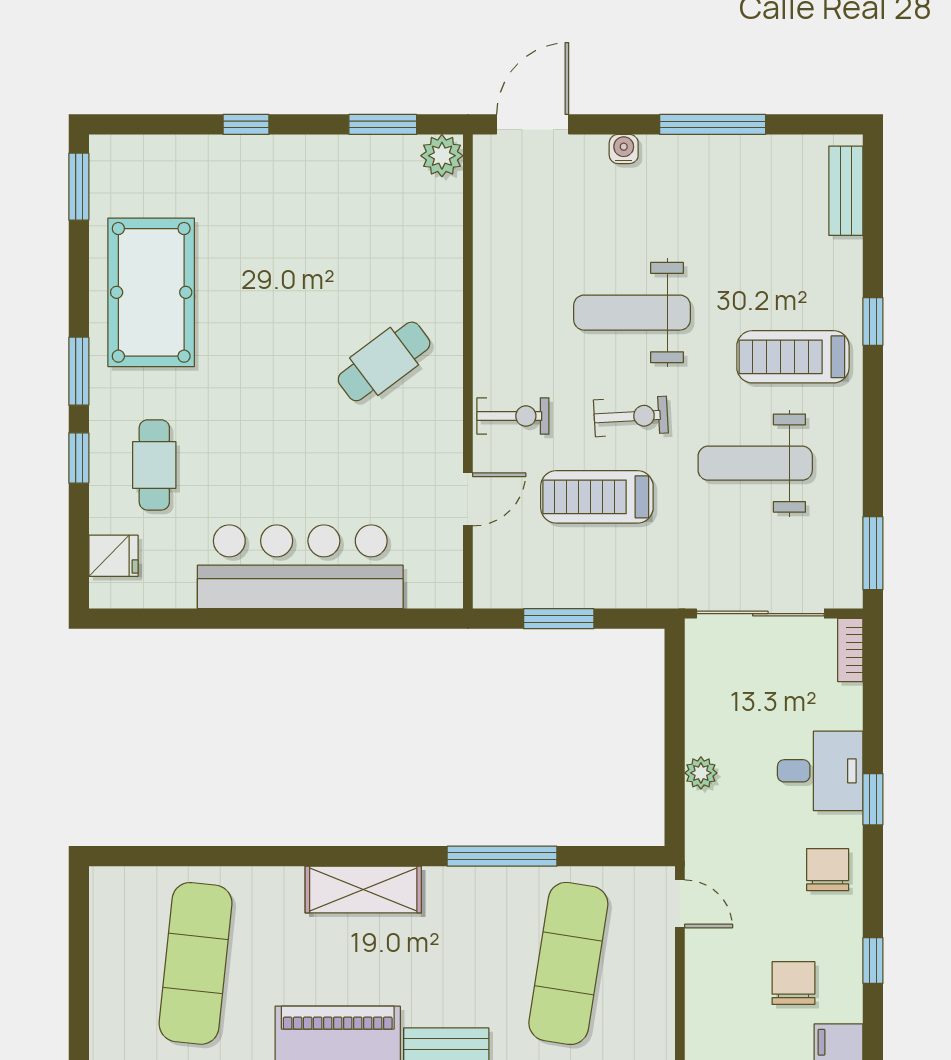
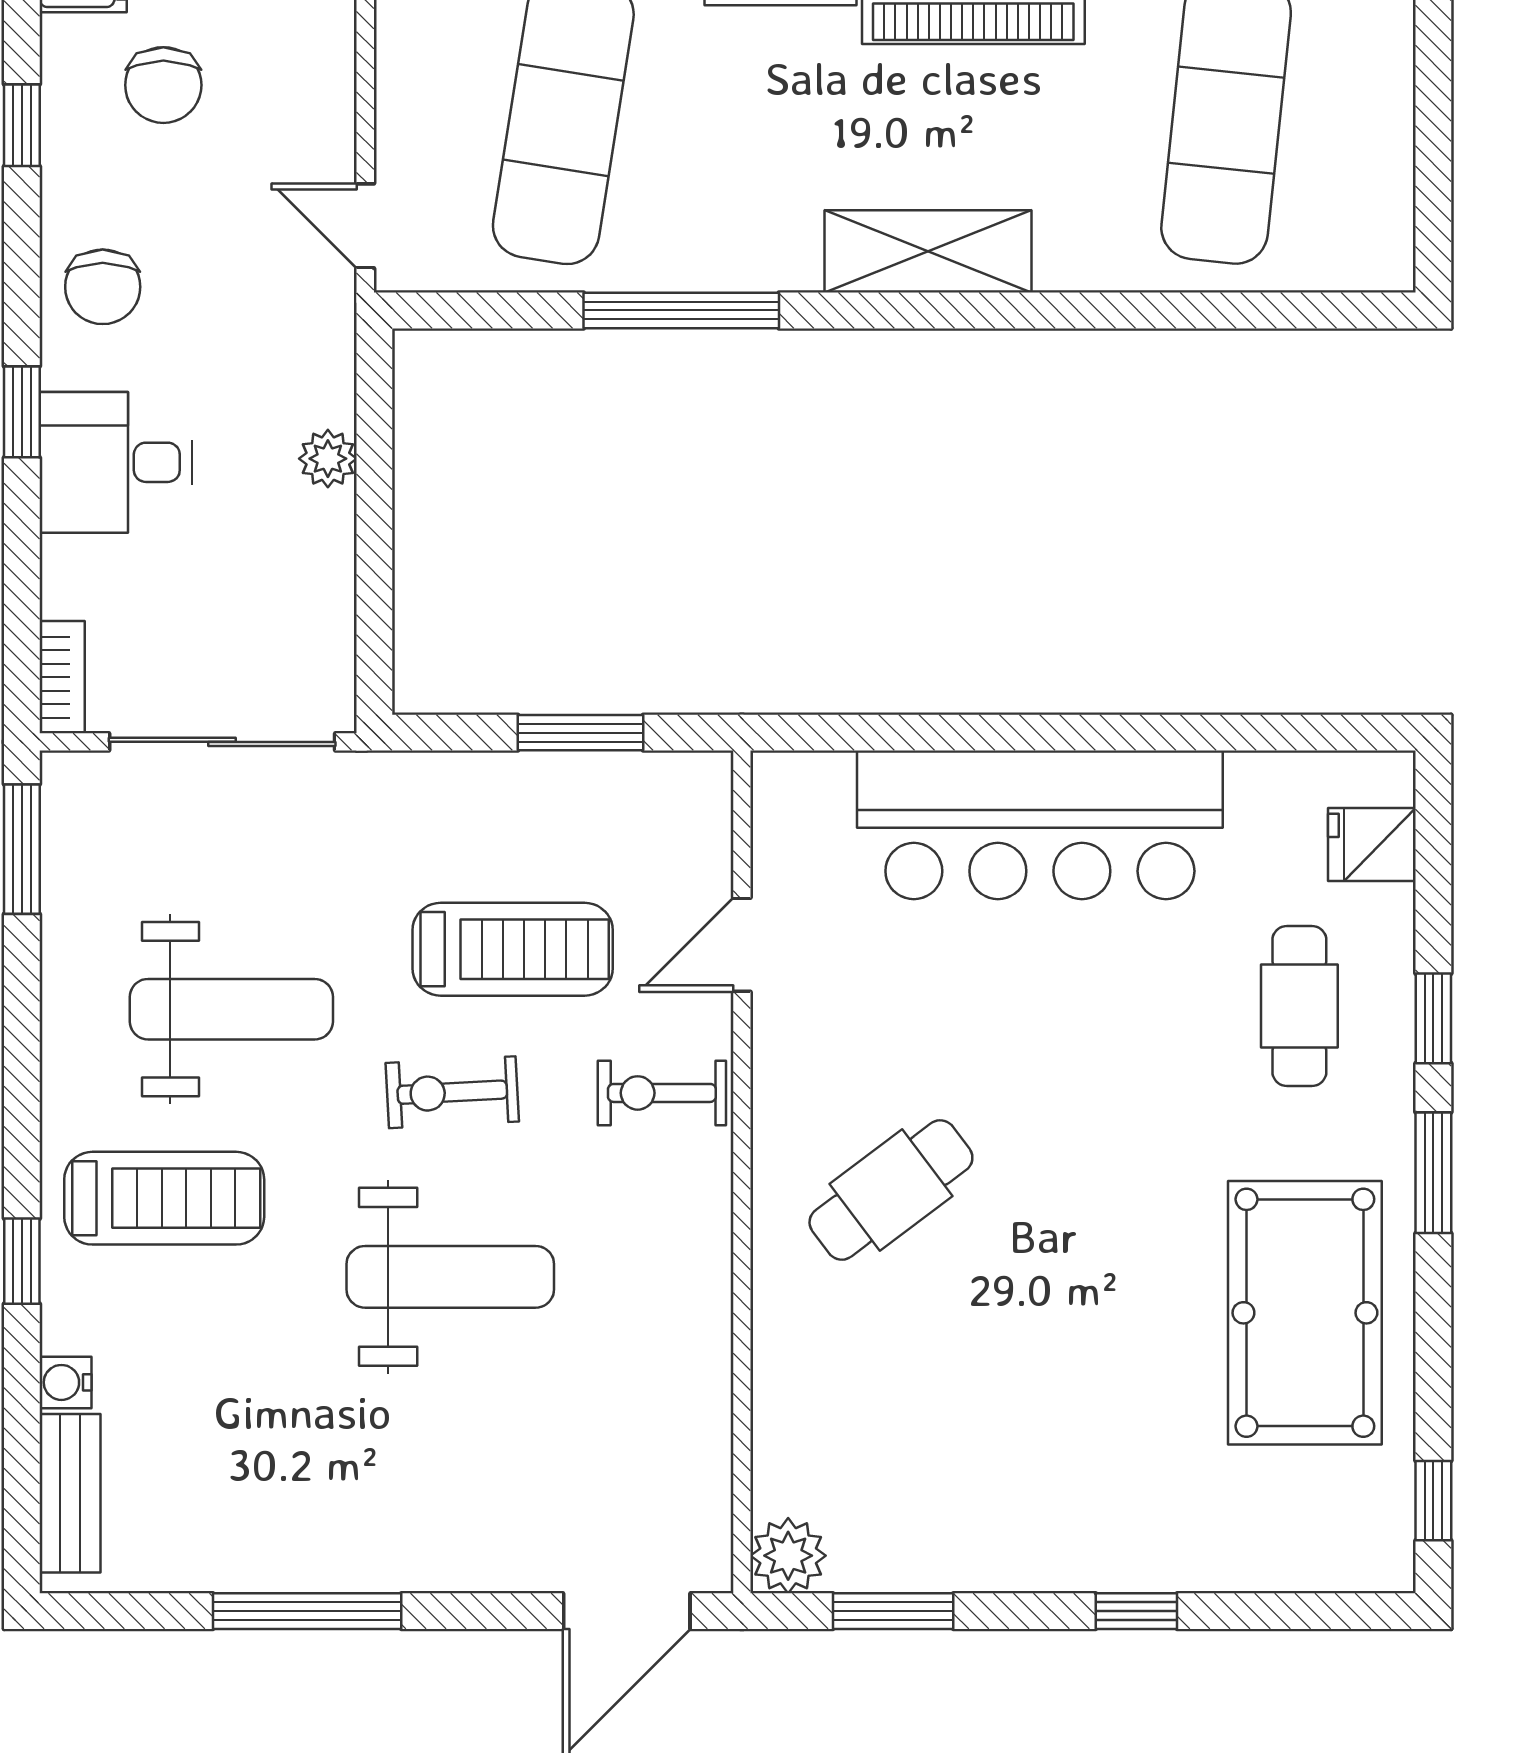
water cooler: (624, 149) -> (66, 1382), moved, turned 90
window: (79, 187) -> (1433, 1501), width x0.67

